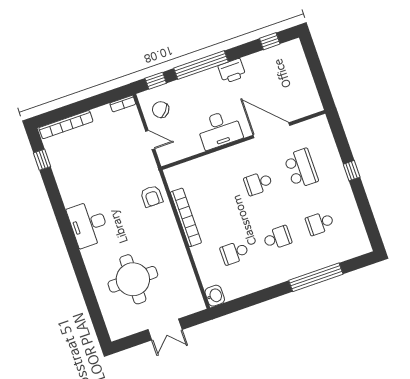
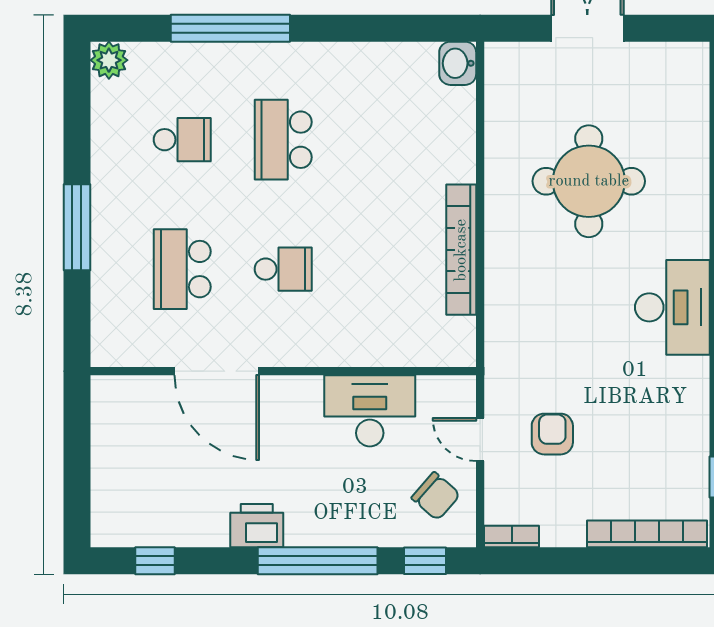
desk: (219, 130) -> (370, 411), moved
window: (352, 171) -> (77, 227), width x2.17
armchair: (152, 196) -> (552, 434), moved
school desk: (277, 238) -> (283, 140), width x1.85
plant: (362, 246) -> (109, 60), added
school desk: (235, 253) -> (384, 140), removed
round table: (133, 279) -> (589, 181), moved

